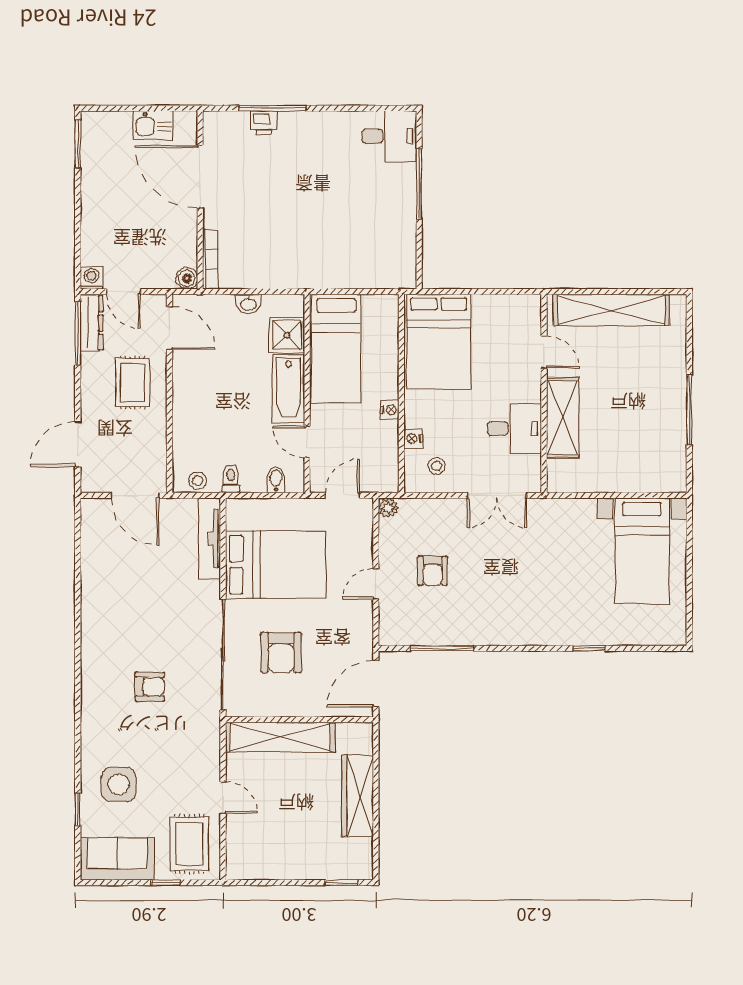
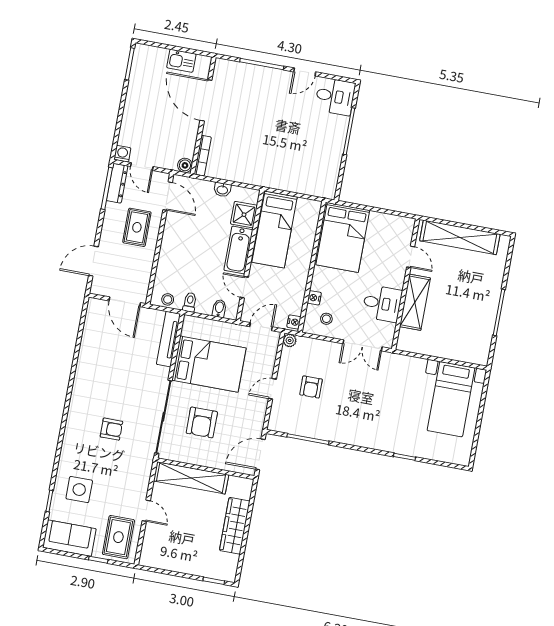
door: (338, 108) -> (305, 72), added
printer: (264, 123) -> (254, 73), removed
nightstand: (390, 410) -> (294, 322), moved

